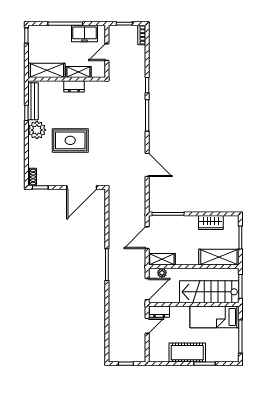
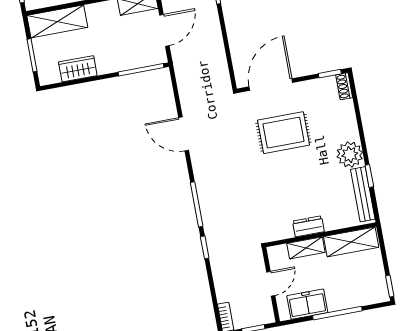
rug: (70, 140) -> (283, 133), moved

